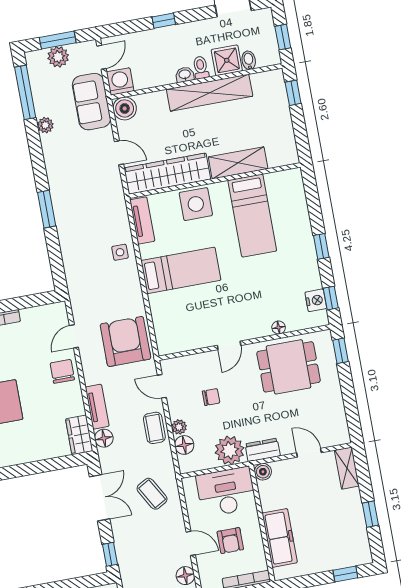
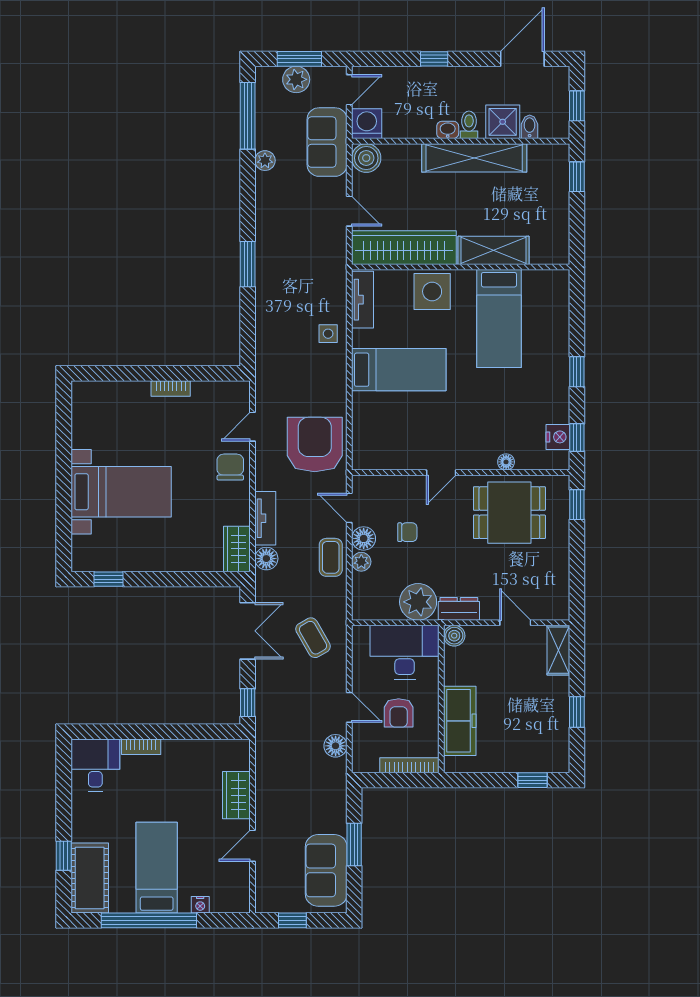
floor lamp: (184, 445) -> (364, 538), moved

